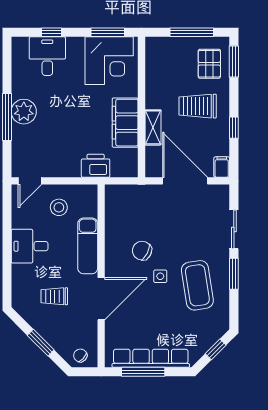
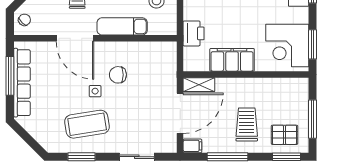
shelving: (153, 127) -> (199, 85), moved
window: (234, 128) -> (228, 157), width x2.17
chair: (142, 251) -> (118, 75), turned -117
window: (234, 274) -> (81, 157), moved
window: (216, 349) -> (30, 140), removed

